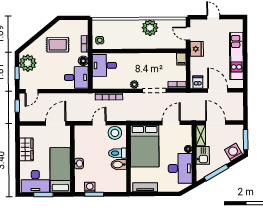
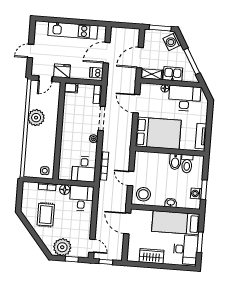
desk: (104, 65) -> (84, 169), moved
stool: (115, 133) -> (143, 194), moved
toilet: (117, 153) -> (187, 164), moved

